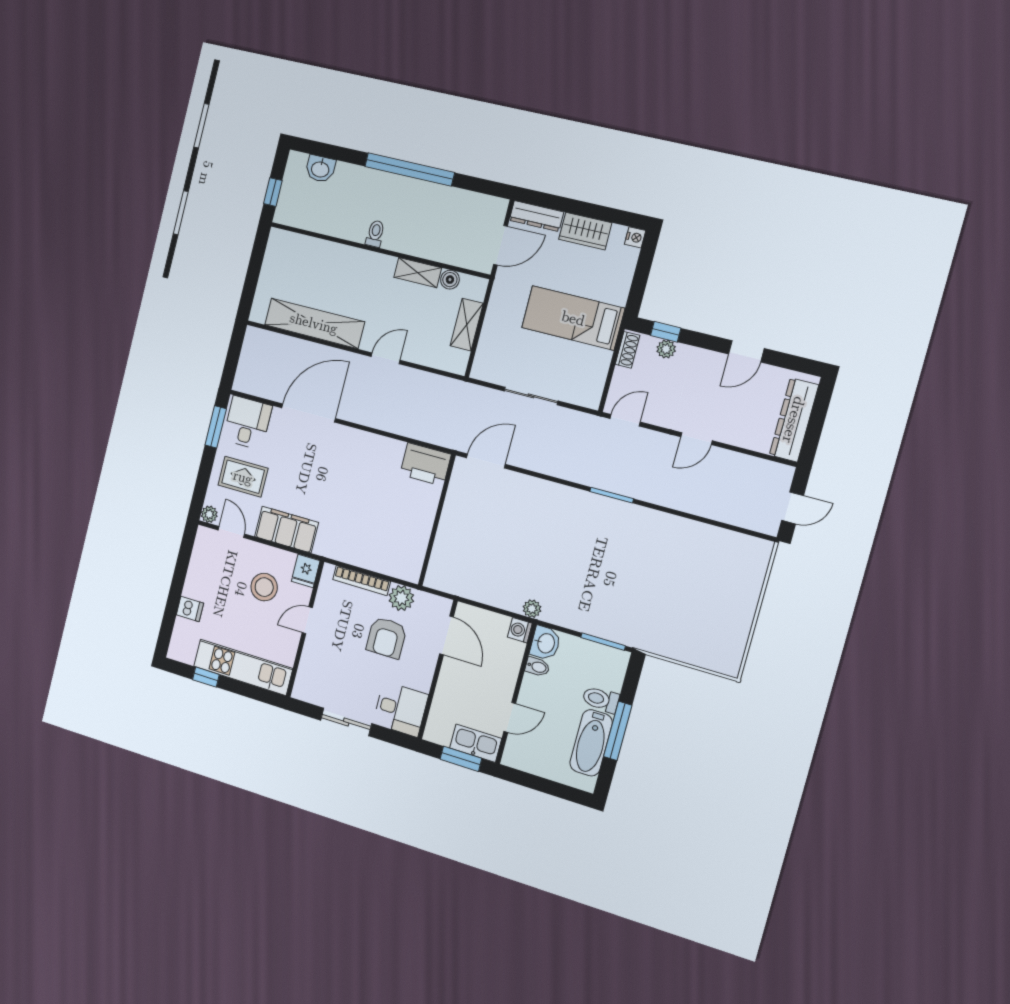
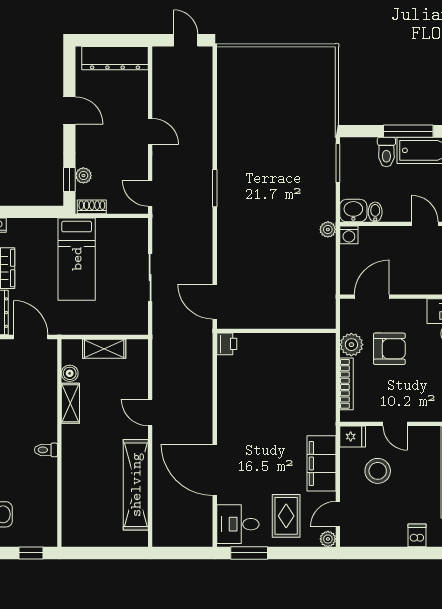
printer: (425, 464) -> (227, 344), width x0.53, depth x0.68

